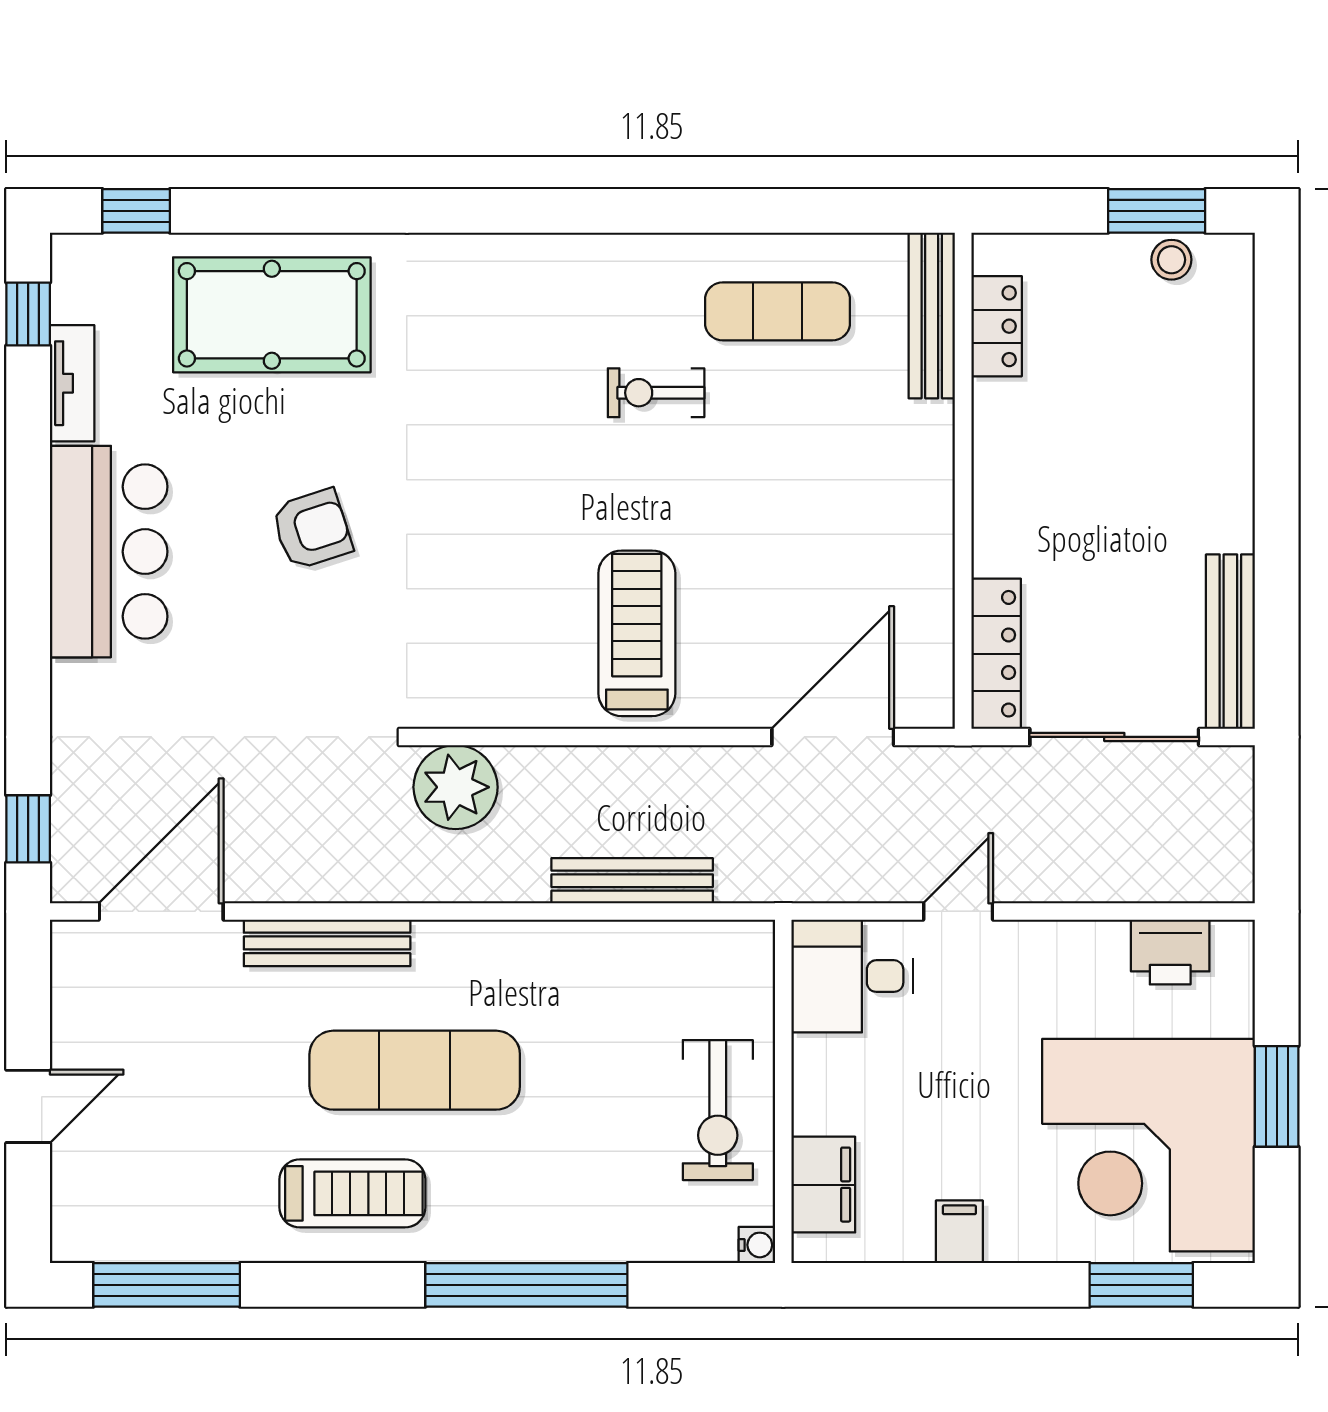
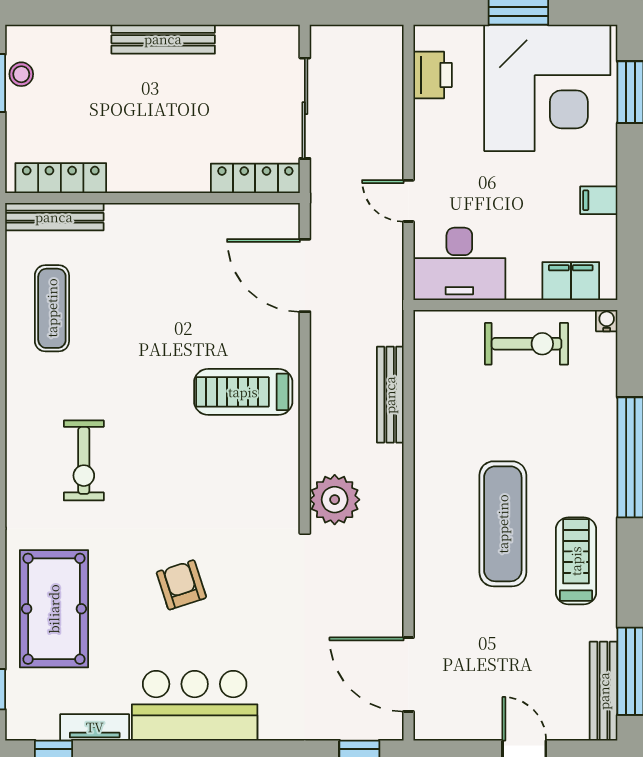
locker: (997, 326) -> (61, 178), width x1.53
exercise bike: (656, 393) -> (84, 460), moved, width x1.38, depth x1.39
bench: (1230, 642) -> (163, 39), moved
bench: (327, 943) -> (604, 691), moved
desk: (852, 976) -> (459, 264), width x1.37

